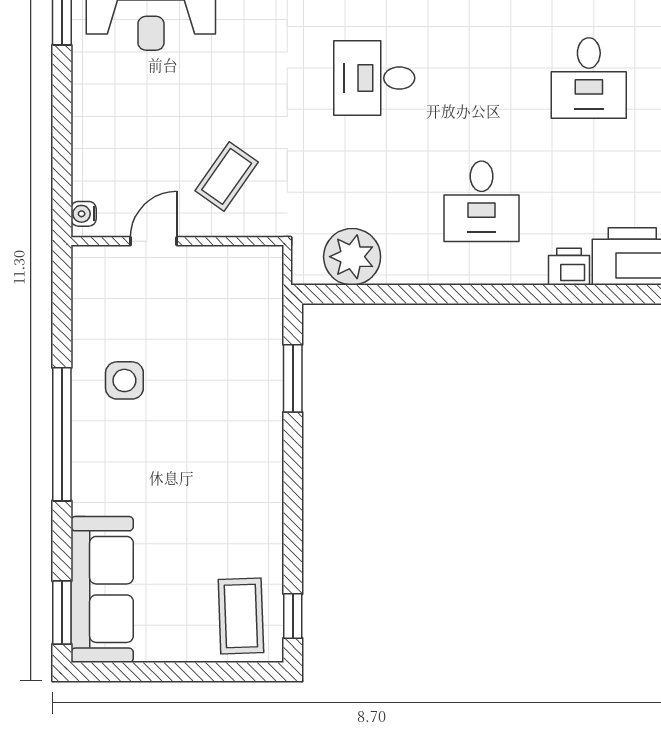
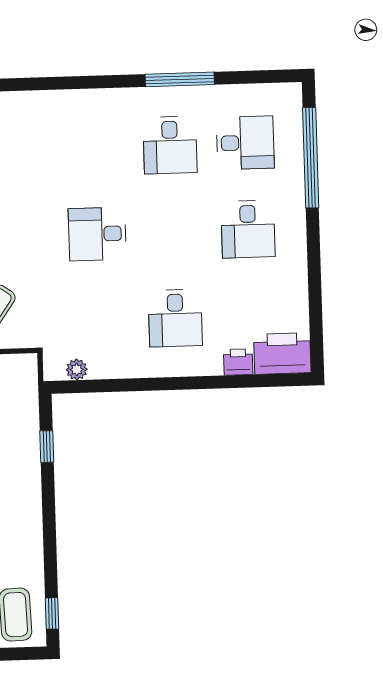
plant: (352, 257) -> (77, 369), width x0.53, depth x0.53
window: (293, 378) -> (47, 447), width x0.67

